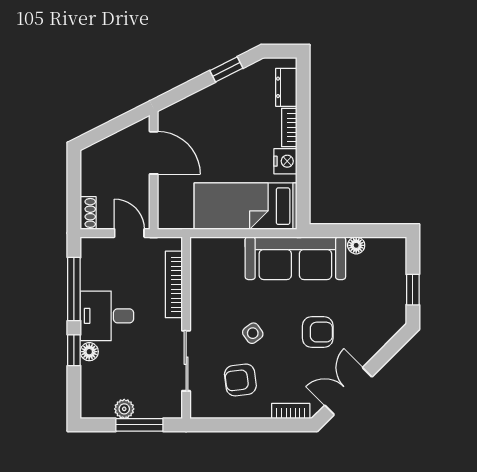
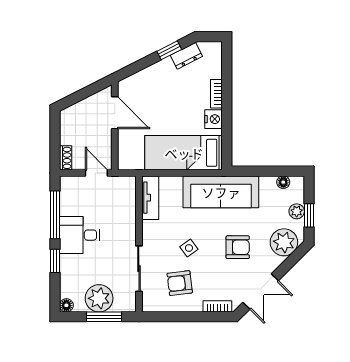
dresser: (286, 87) -> (186, 56), moved, turned -117
floor lamp: (356, 245) -> (283, 182), moved
tv unit: (201, 266) -> (150, 198), added
bookcase: (174, 284) -> (130, 212), removed
plant: (396, 284) -> (297, 211), added
plant: (379, 326) -> (284, 242), added
floor lamp: (89, 352) -> (66, 305), moved
double door: (348, 391) -> (261, 291), swing flipped
plant: (124, 409) -> (99, 298), width x1.88, depth x1.88

